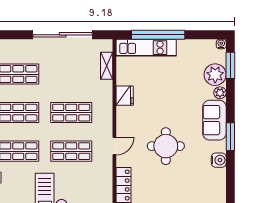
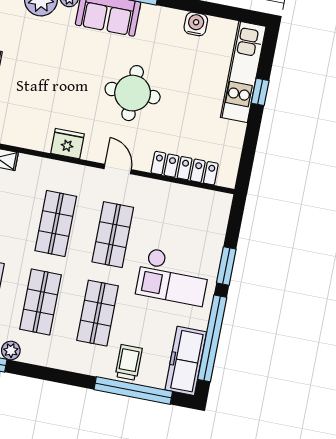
fridge: (125, 96) -> (67, 144), moved
water cooler: (219, 160) -> (196, 24), moved

